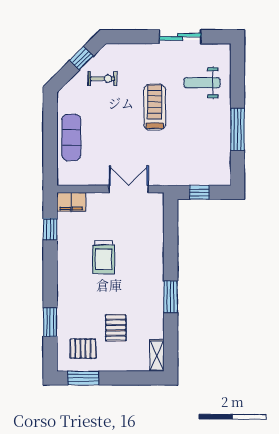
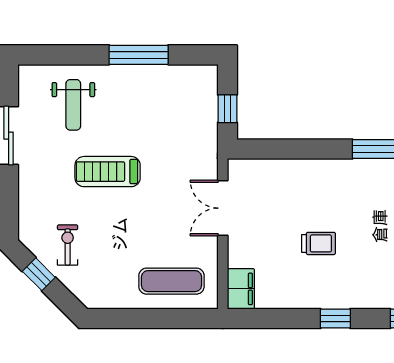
exercise mat: (71, 137) -> (171, 281), moved
window: (50, 229) -> (335, 319), moved
trolley: (104, 257) -> (319, 243), width x0.73, depth x0.72

